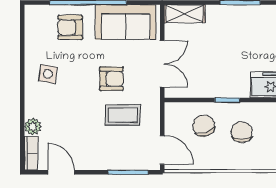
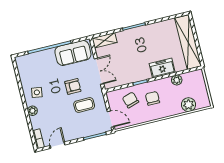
armchair: (70, 27) -> (43, 64), removed
plant: (33, 127) -> (32, 111), moved
door: (61, 172) -> (58, 145), hinge flipped

